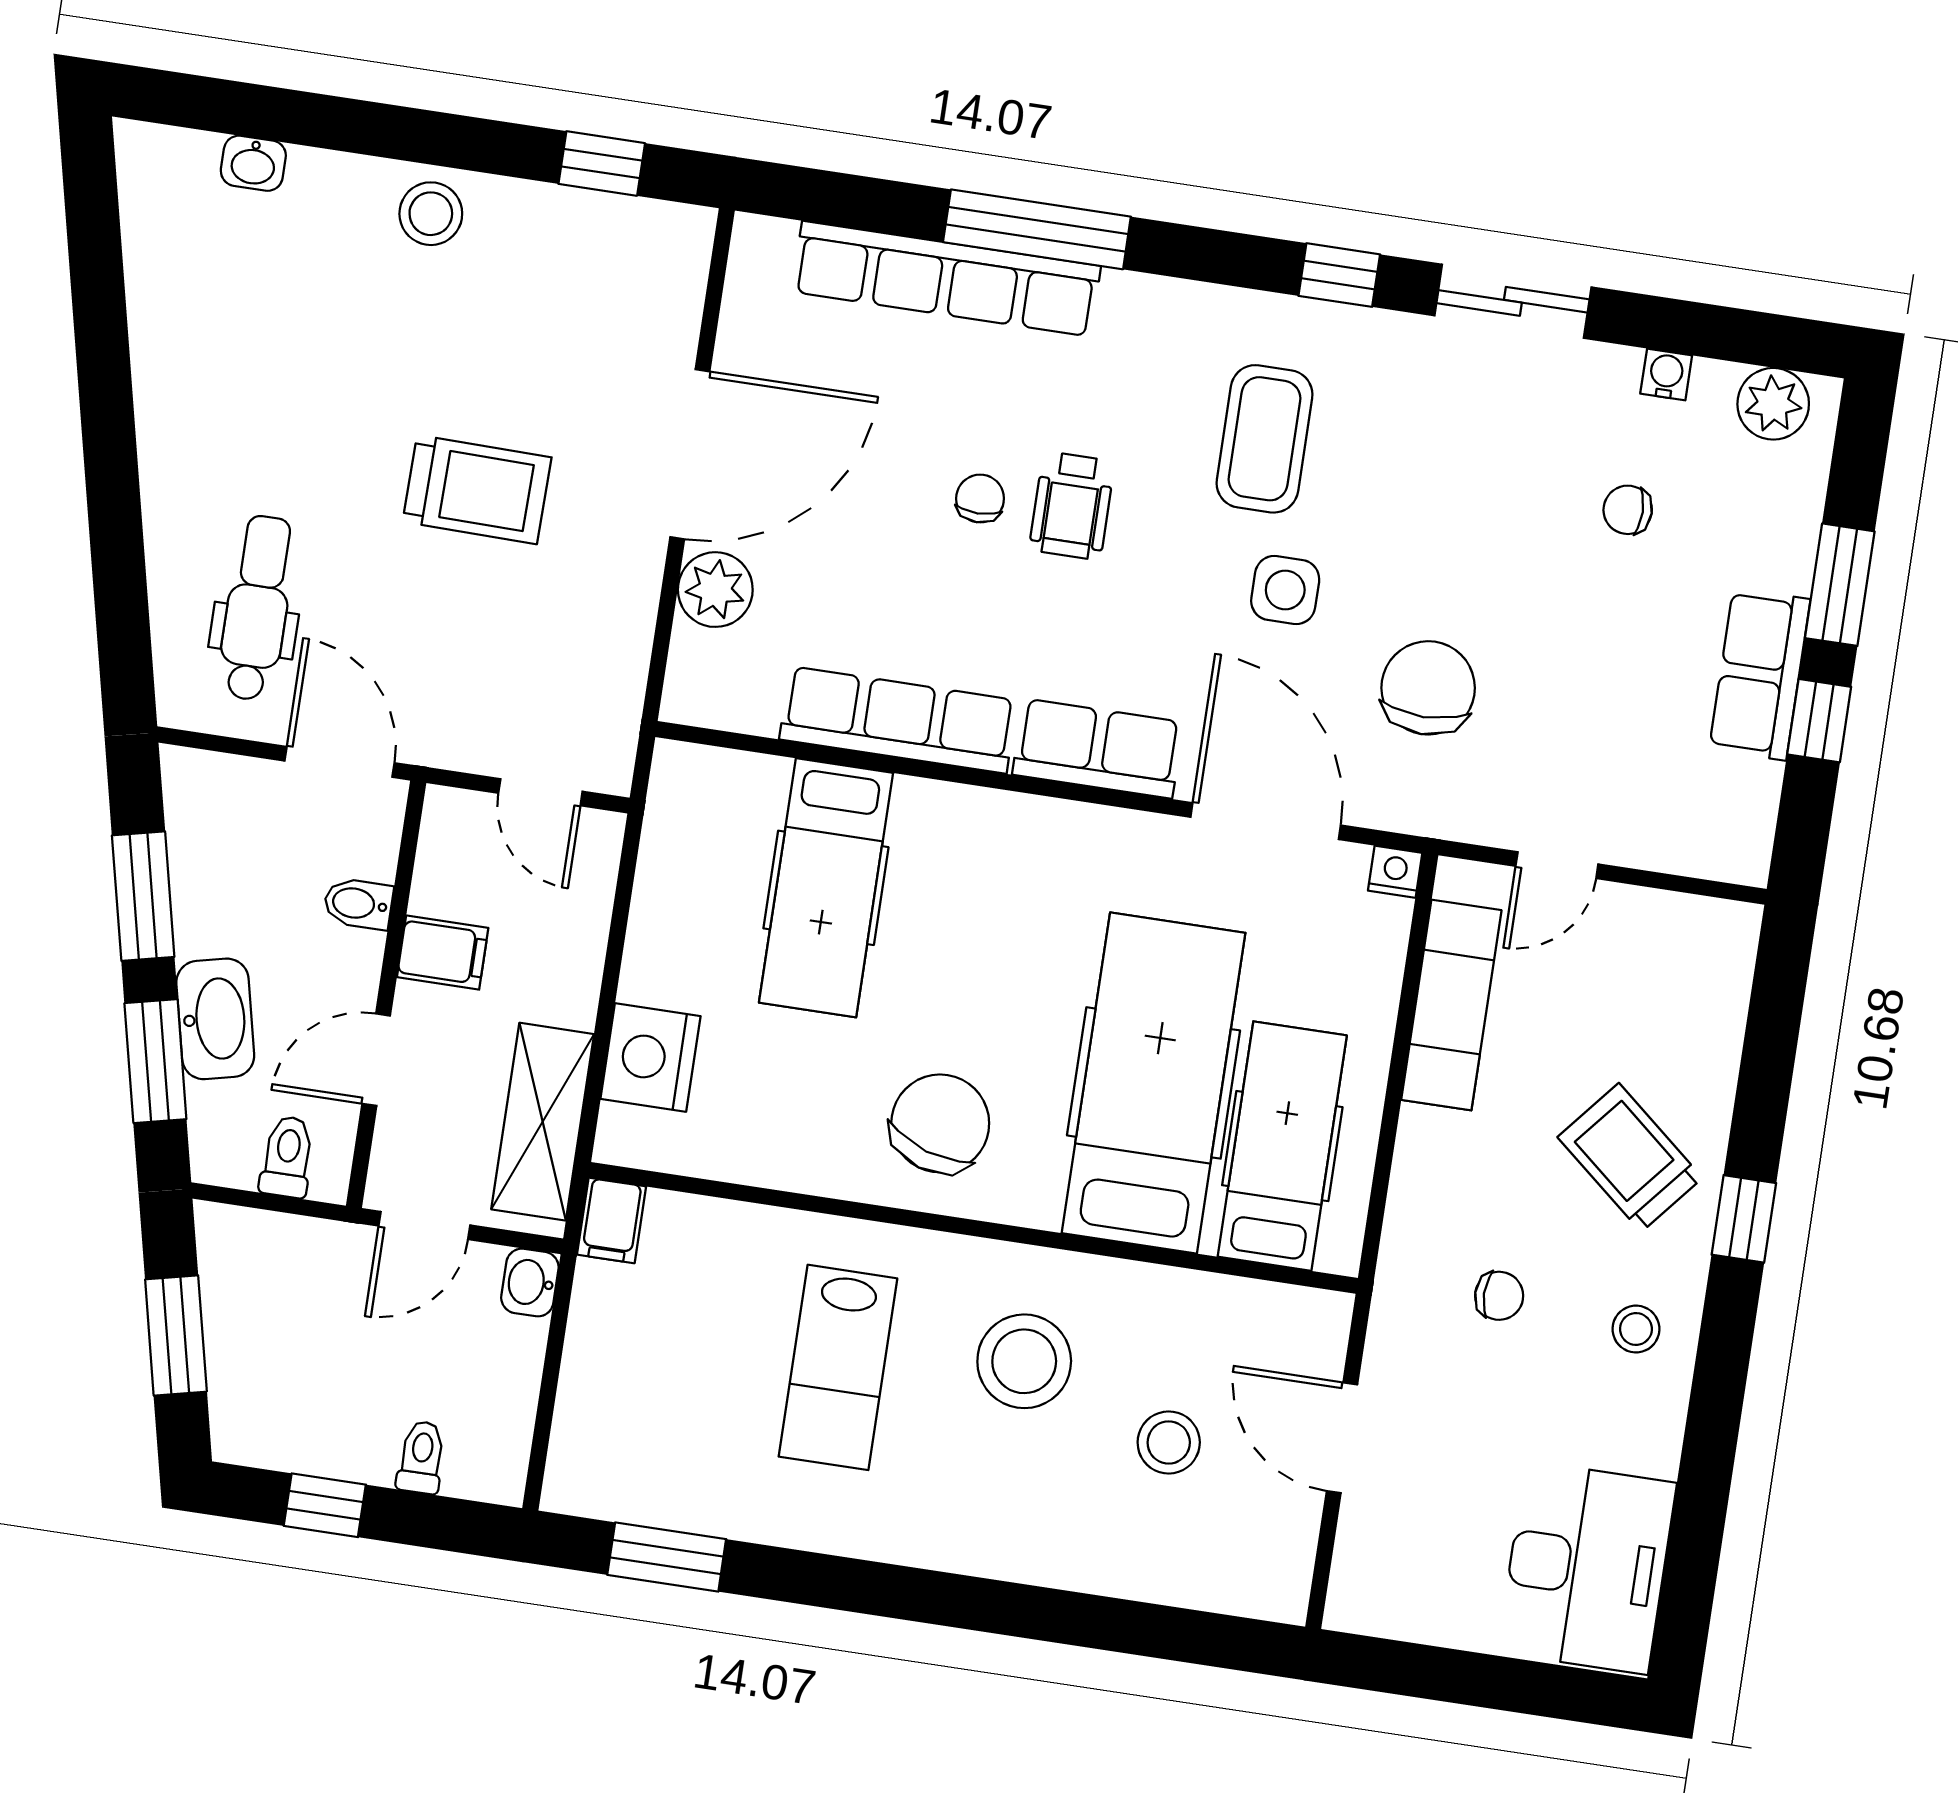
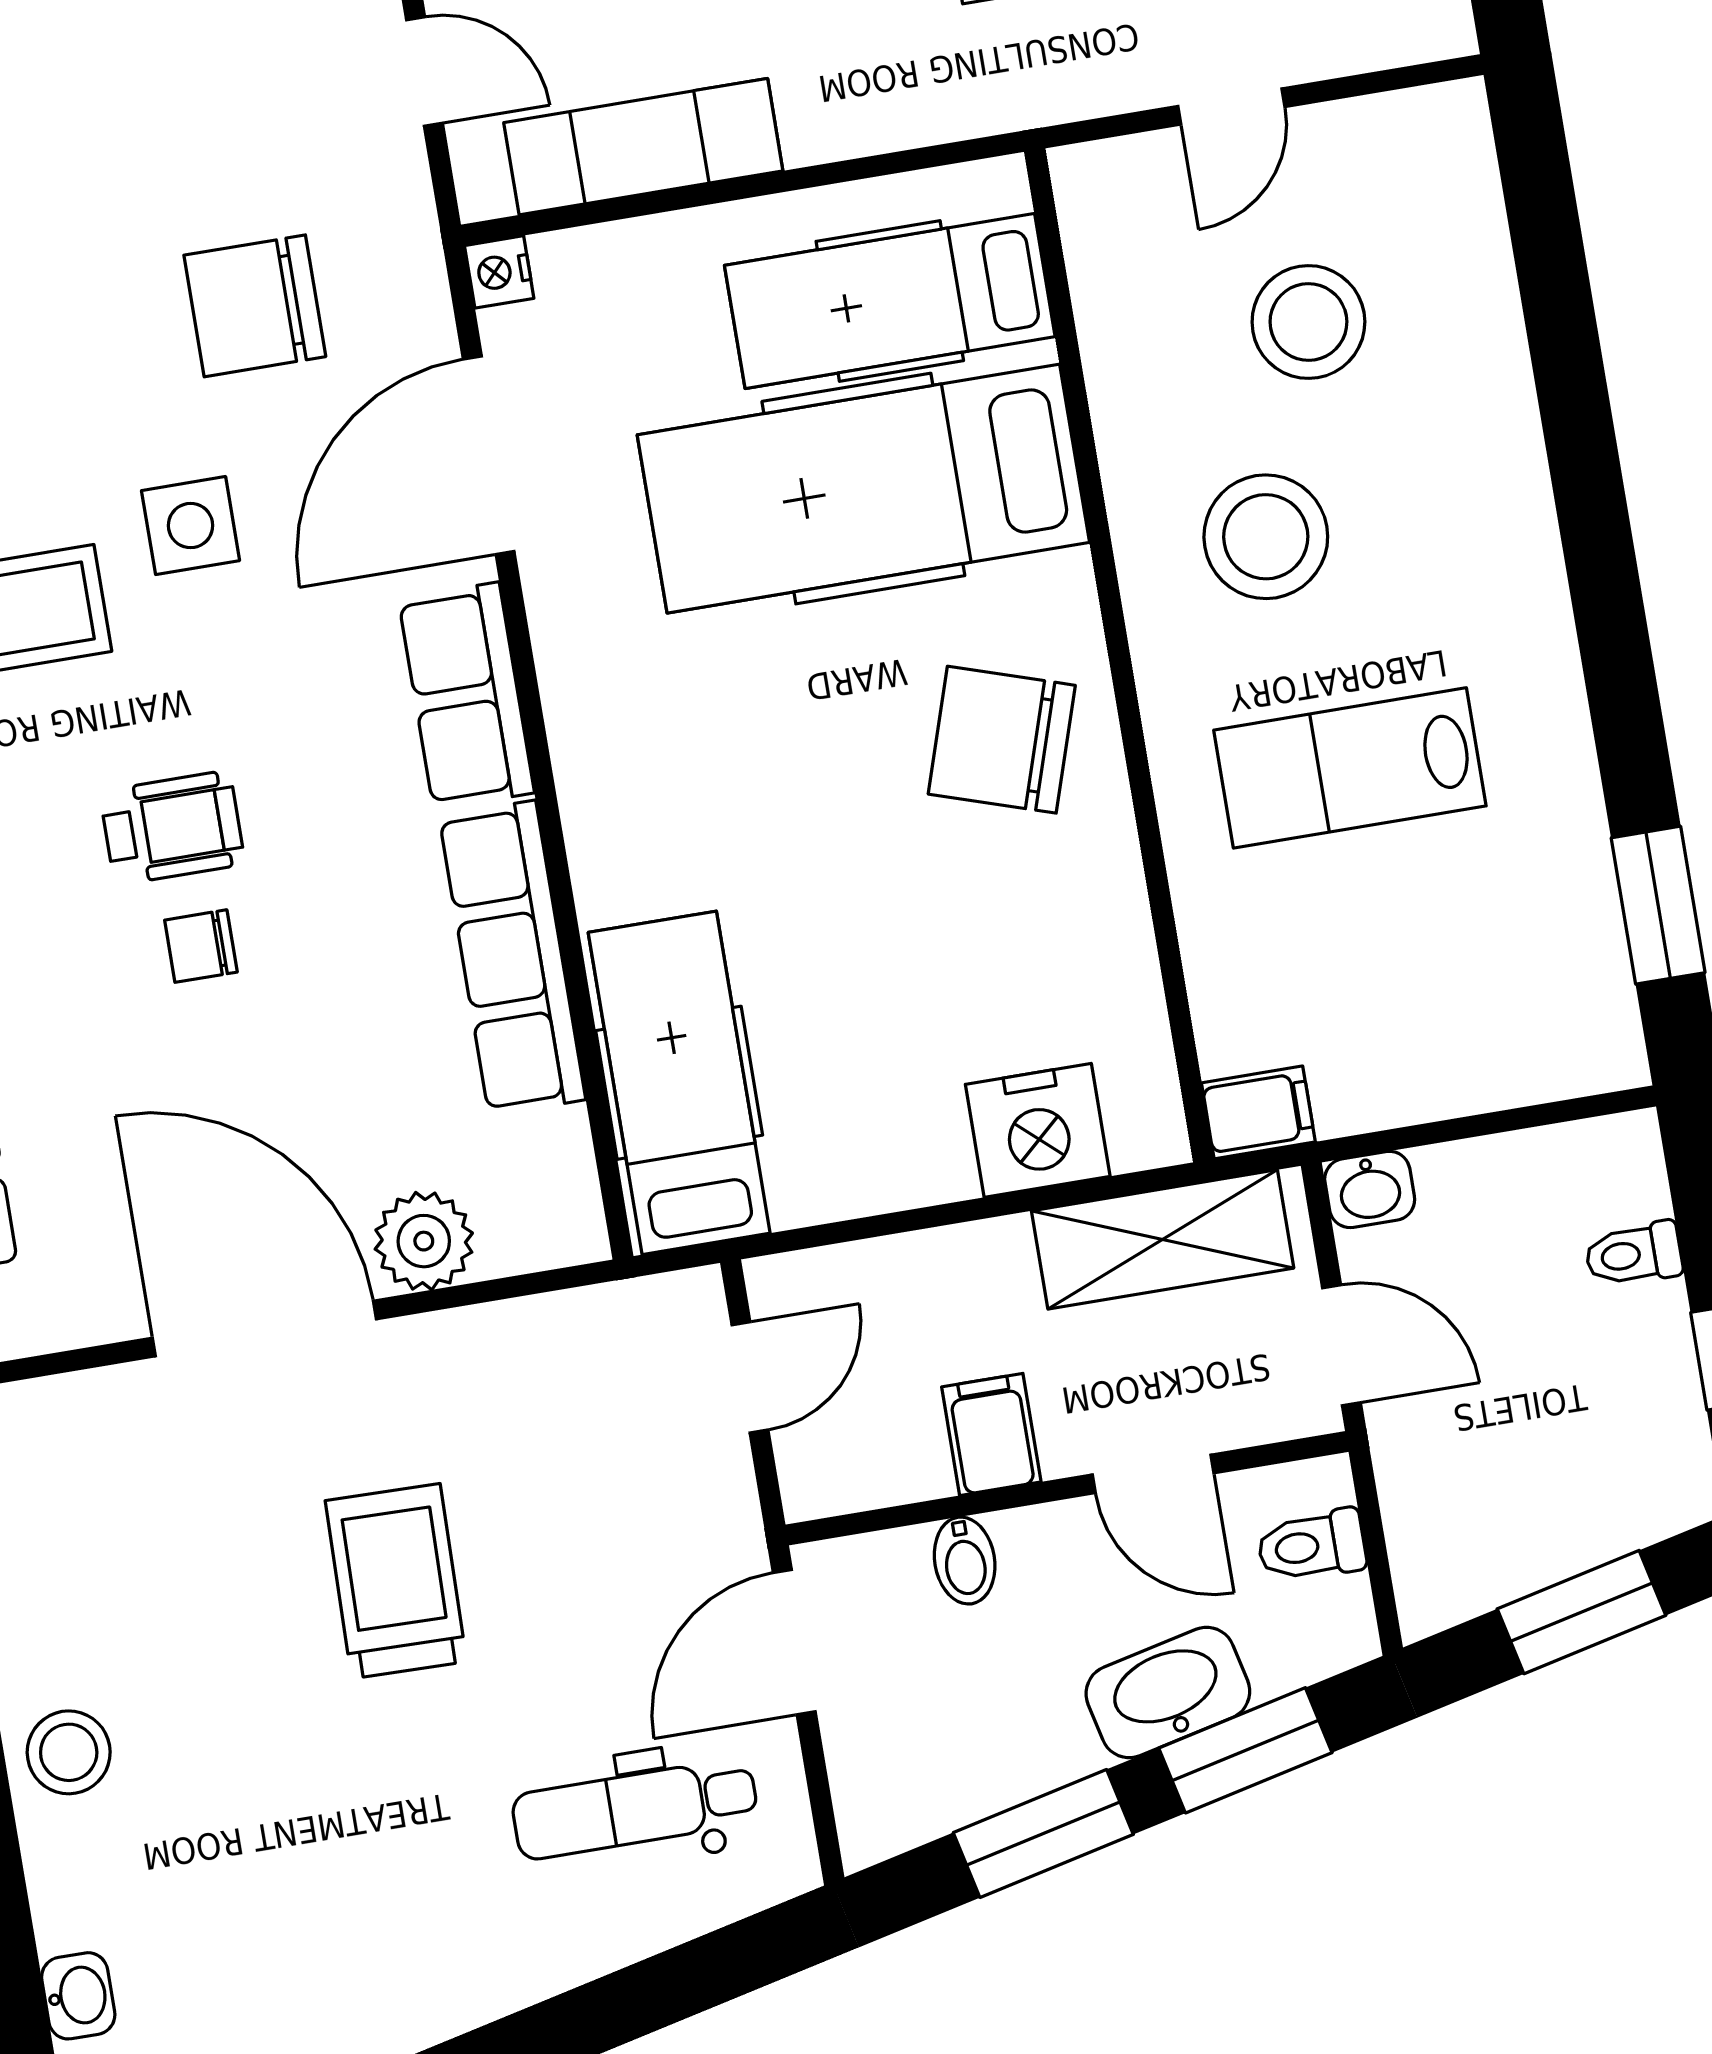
hospital bed: (826, 888) -> (679, 1083), moved, turned -90
lab bench: (838, 1367) -> (1350, 768), turned 180
door: (1342, 1438) -> (1231, 106), width x0.73
stool: (1169, 1442) -> (1308, 322), width x1.38, depth x1.38

